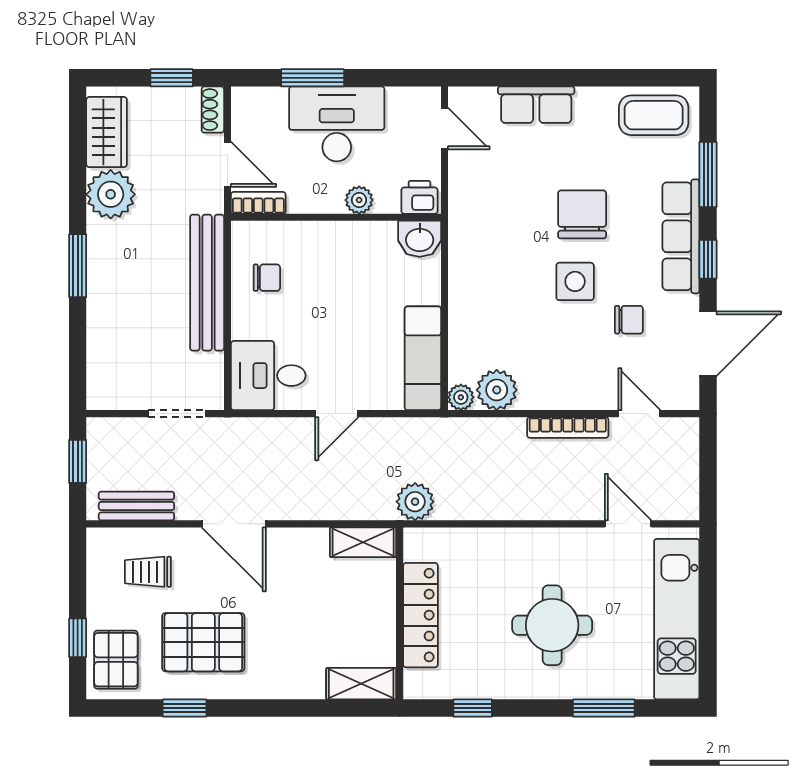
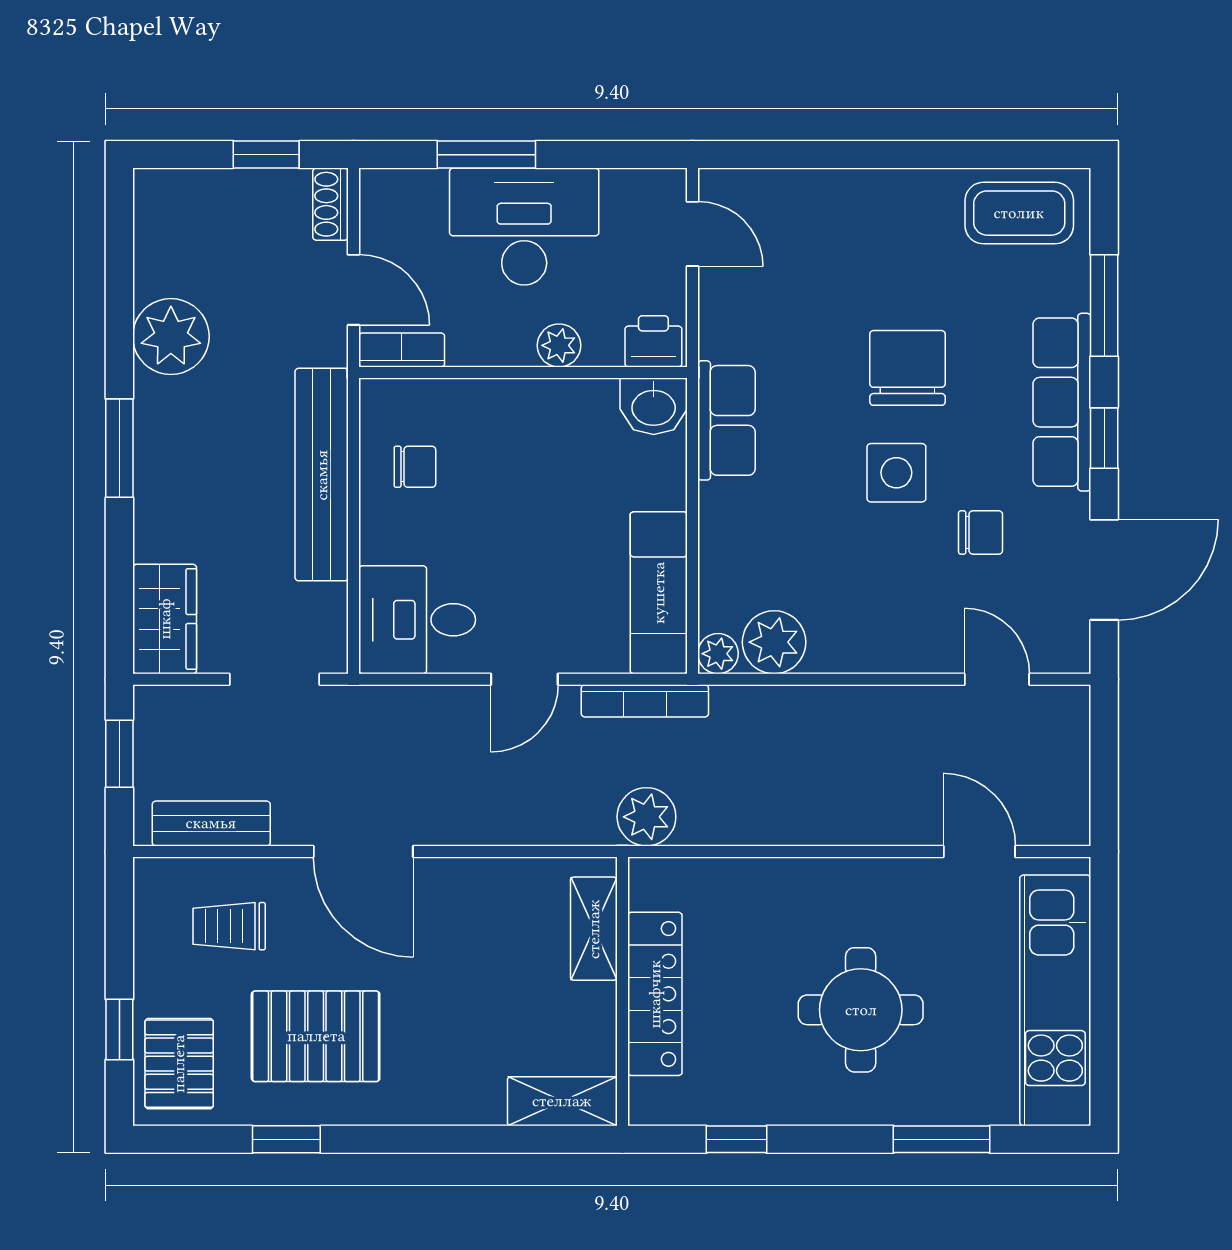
row of seats: (536, 105) -> (726, 420), moved, turned -90
wardrobe: (107, 132) -> (165, 619), moved
bookcase: (568, 427) -> (645, 701), moved
shelving: (363, 542) -> (594, 929), moved, turned 90

